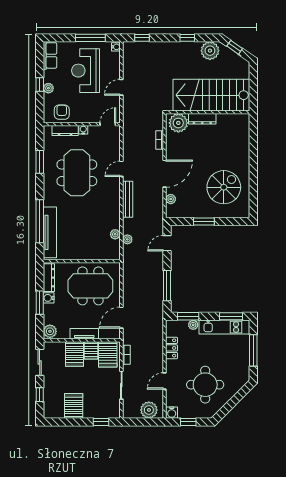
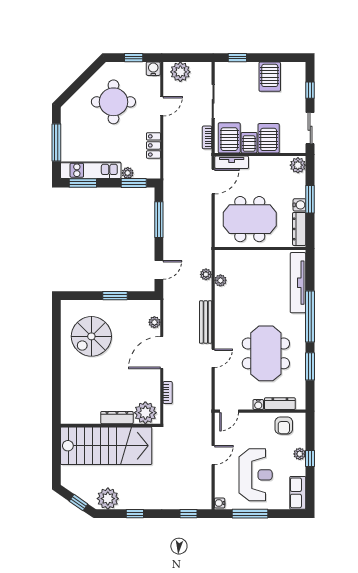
window: (40, 221) -> (310, 316), moved
tv unit: (84, 334) -> (232, 162), moved

